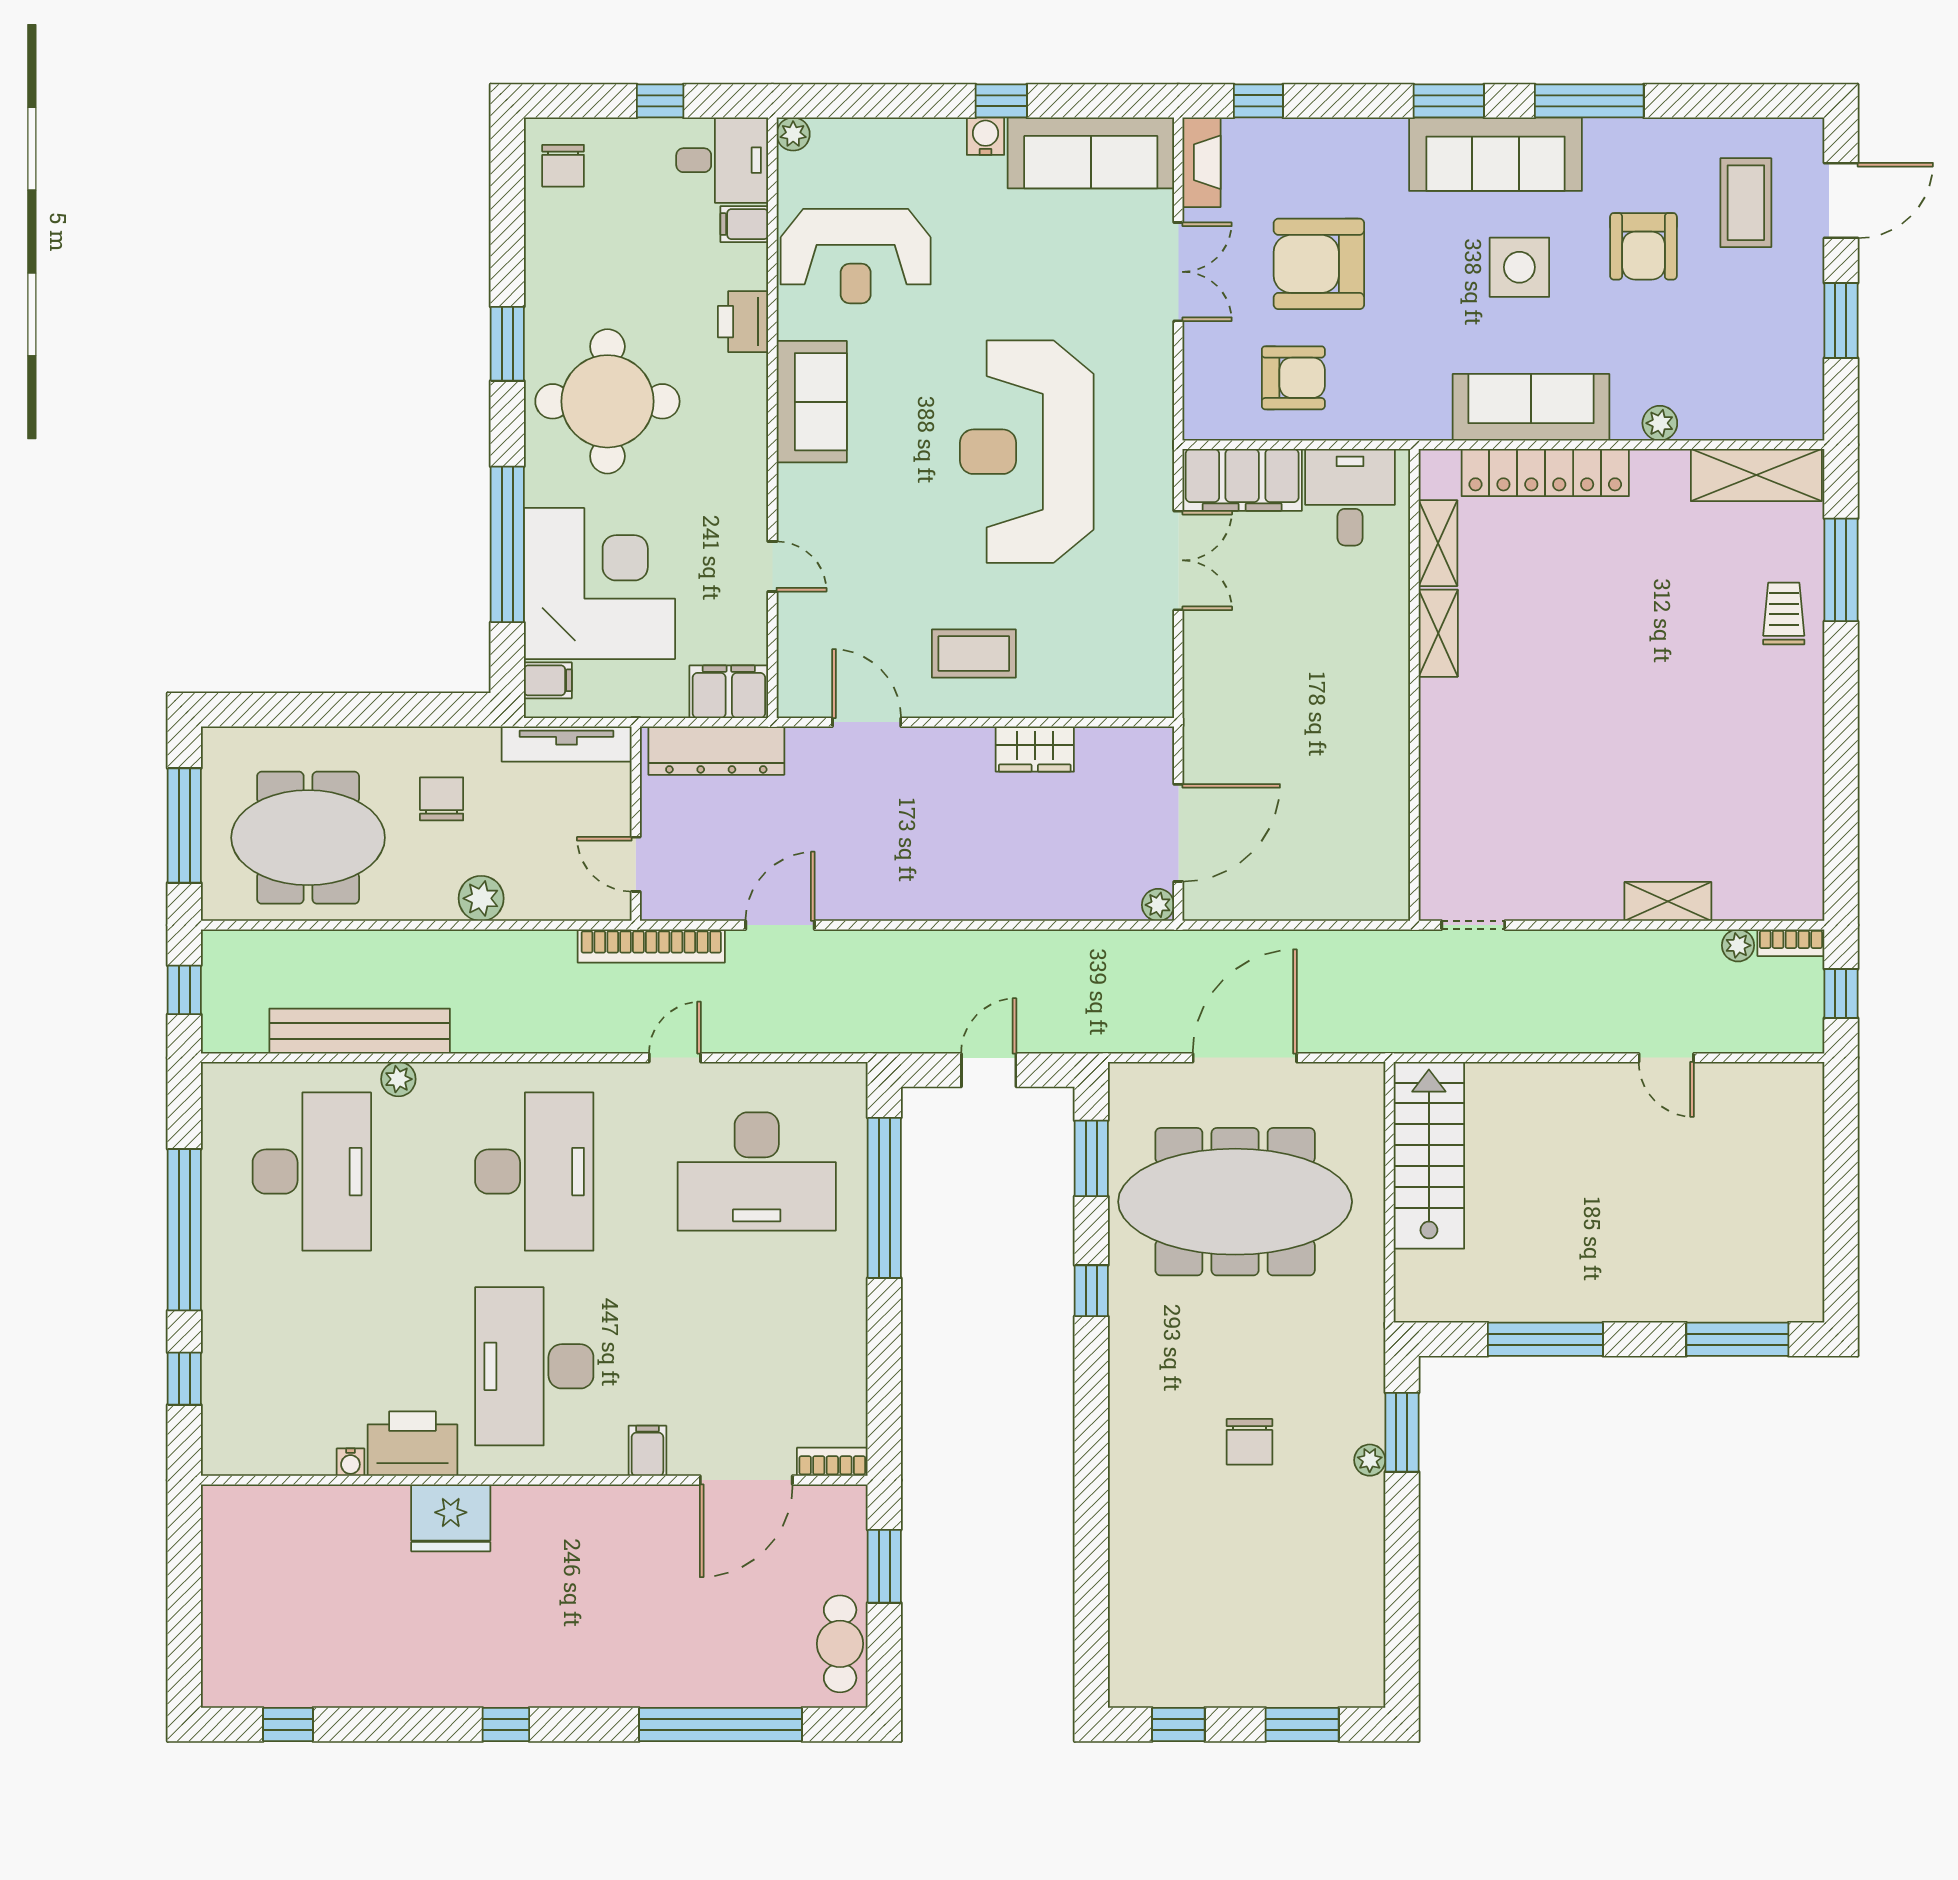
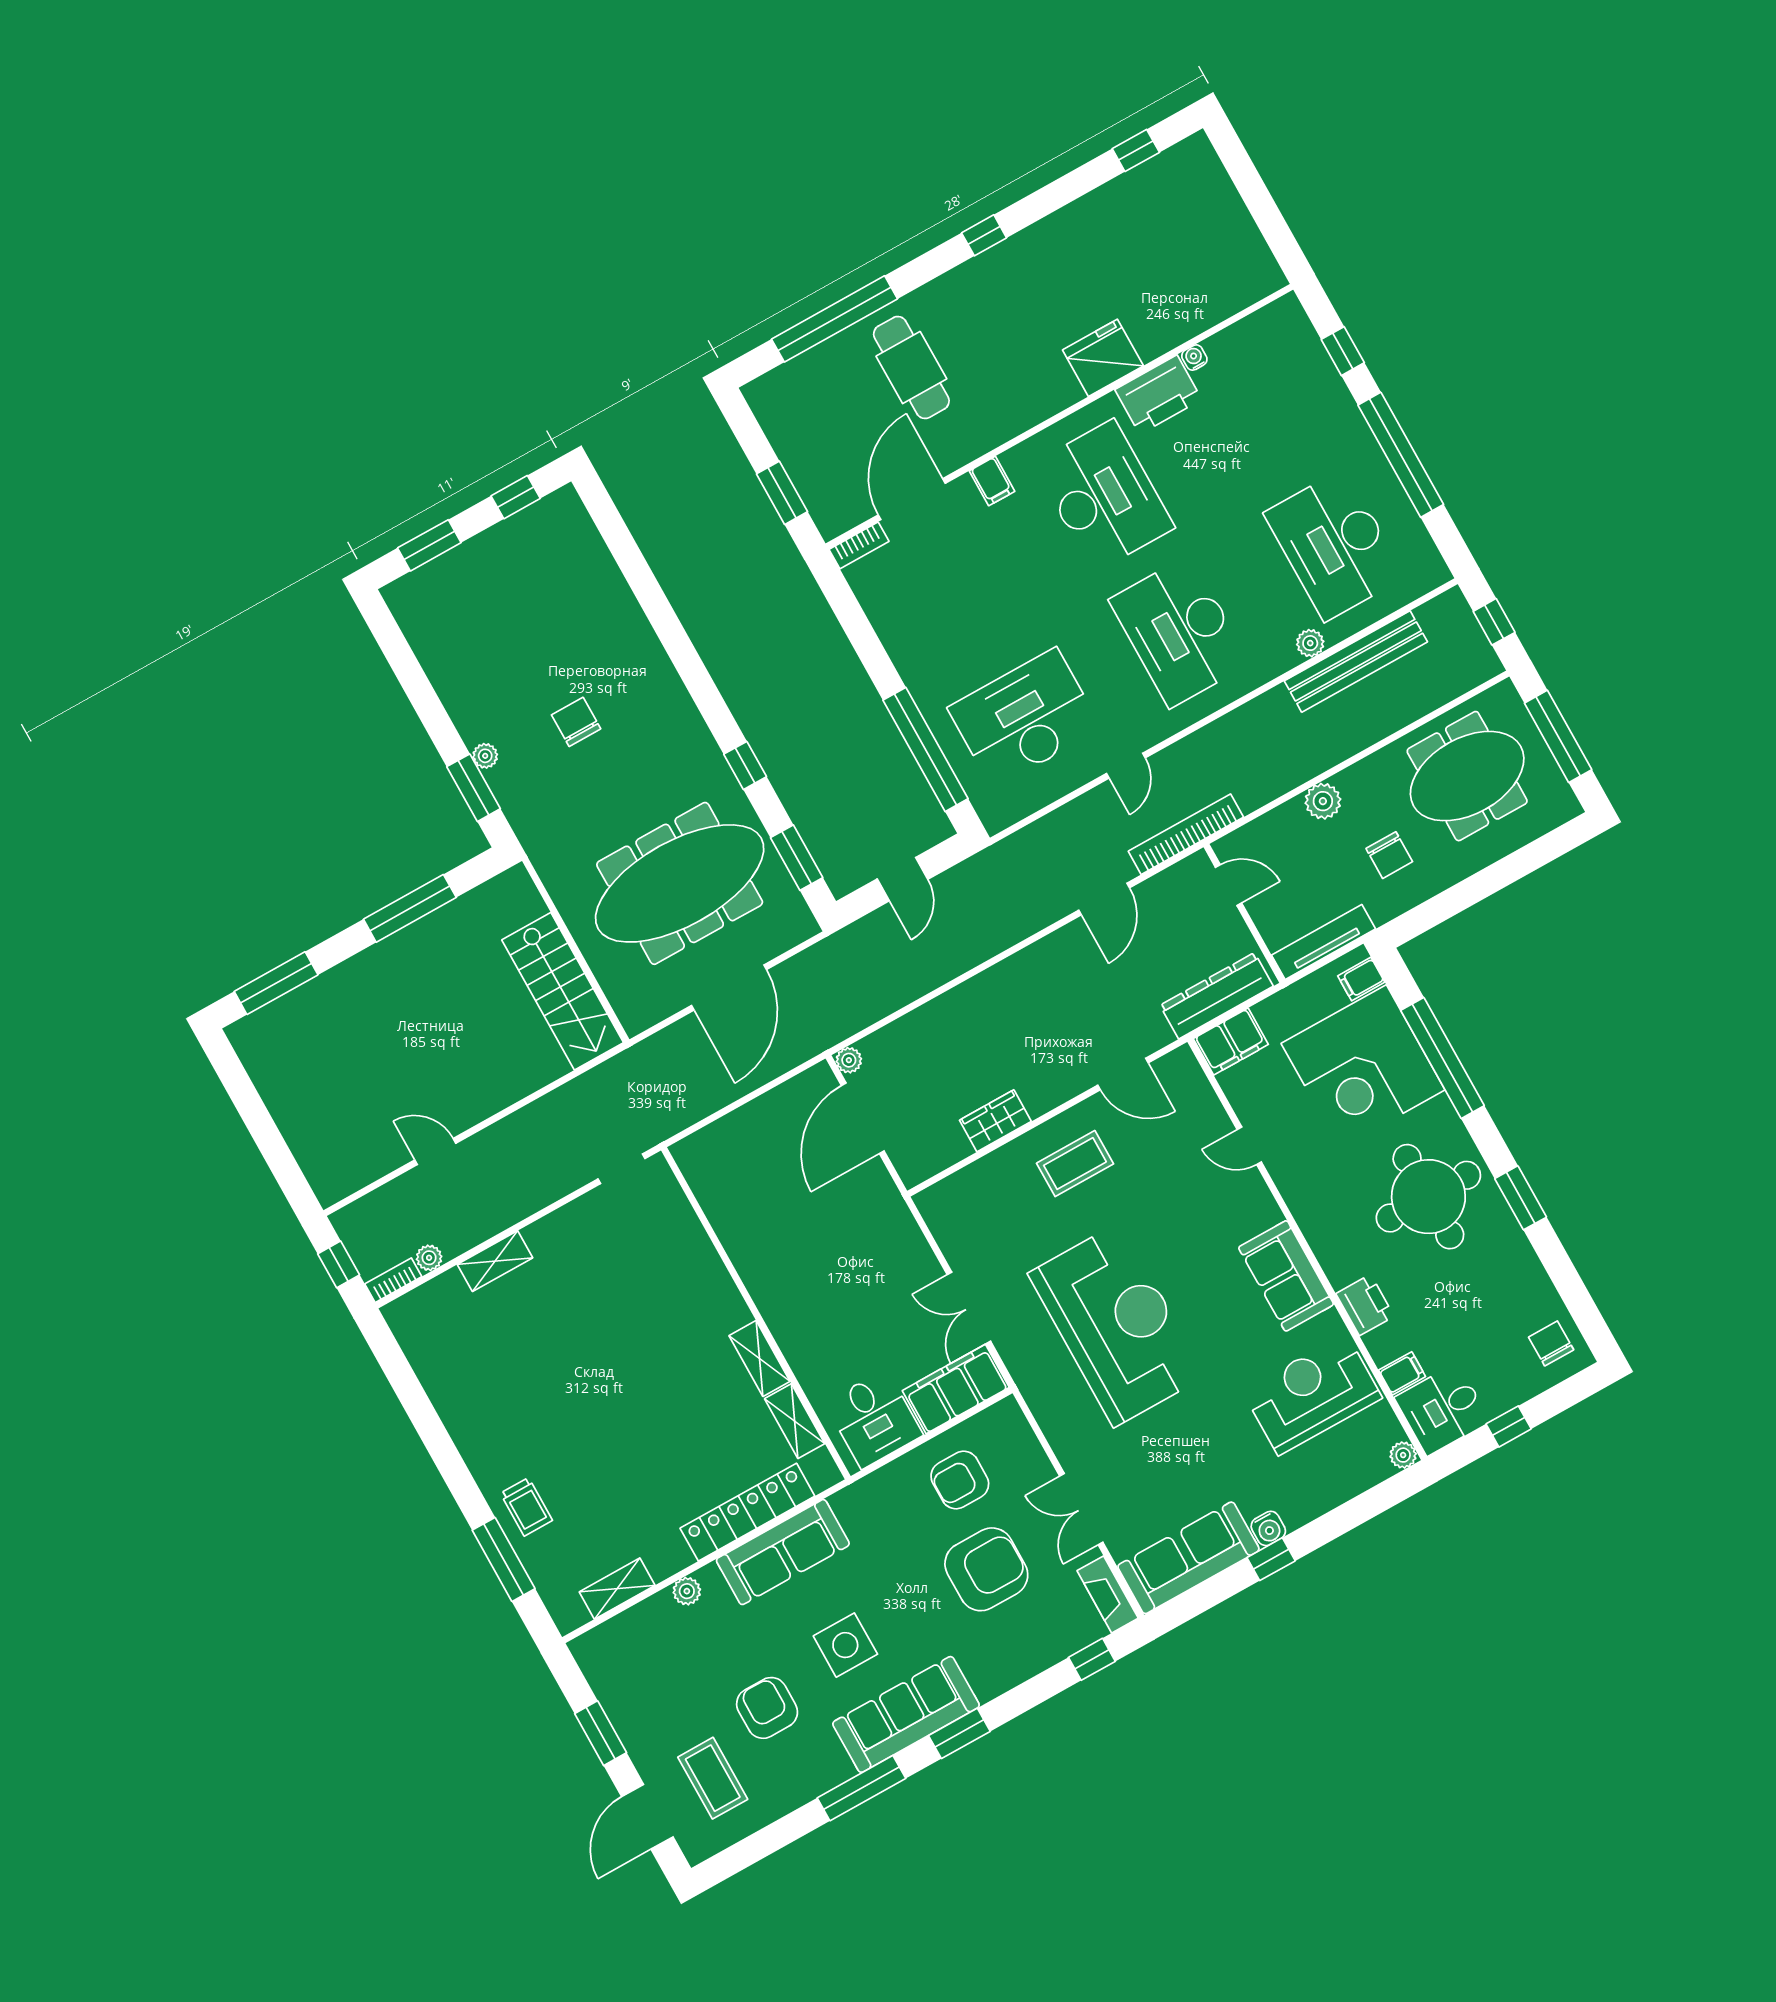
shelving: (1756, 475) -> (617, 1589), width x0.67, depth x0.75
cafe table: (840, 1644) -> (911, 368), moved, width x1.37, depth x1.35

